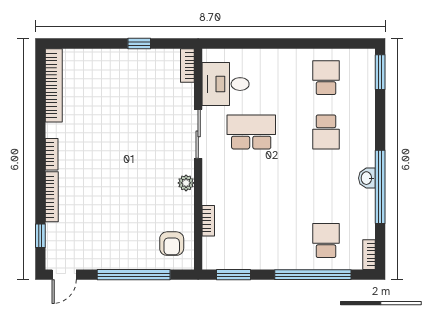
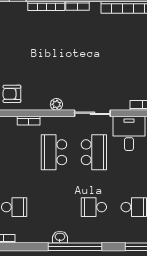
school desk: (251, 186) -> (54, 152), added
window: (380, 187) -> (75, 247), moved

